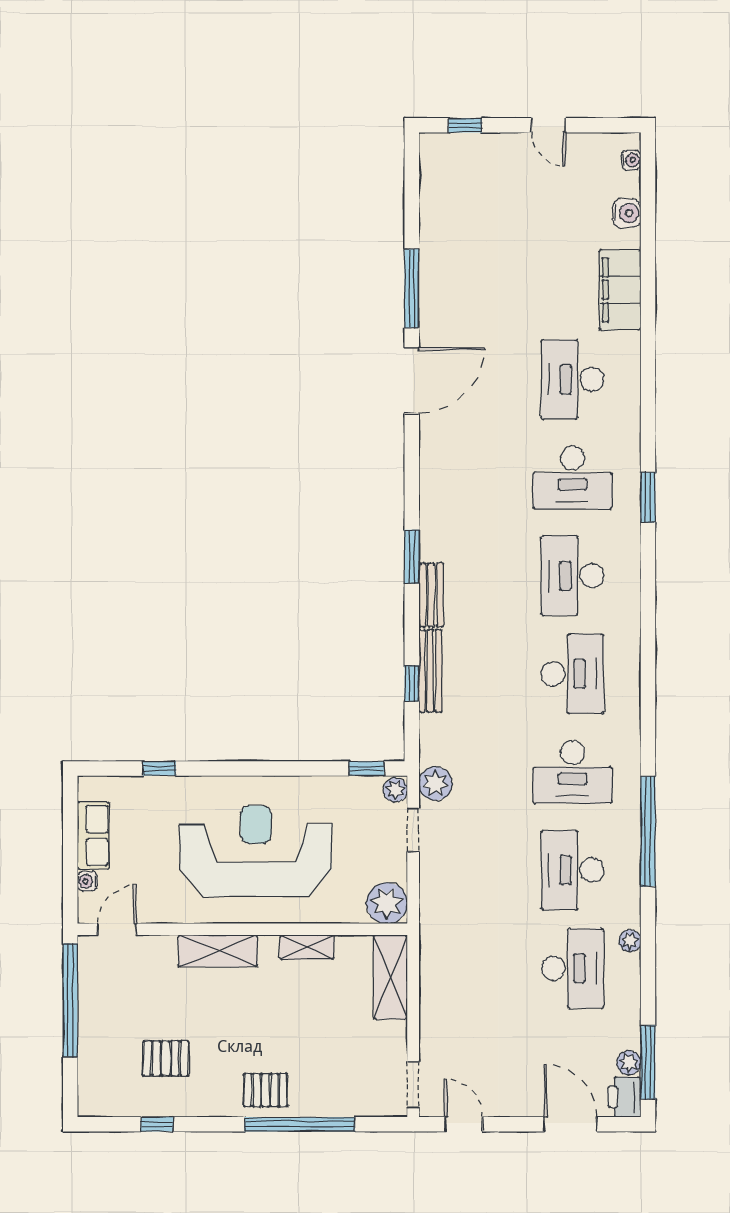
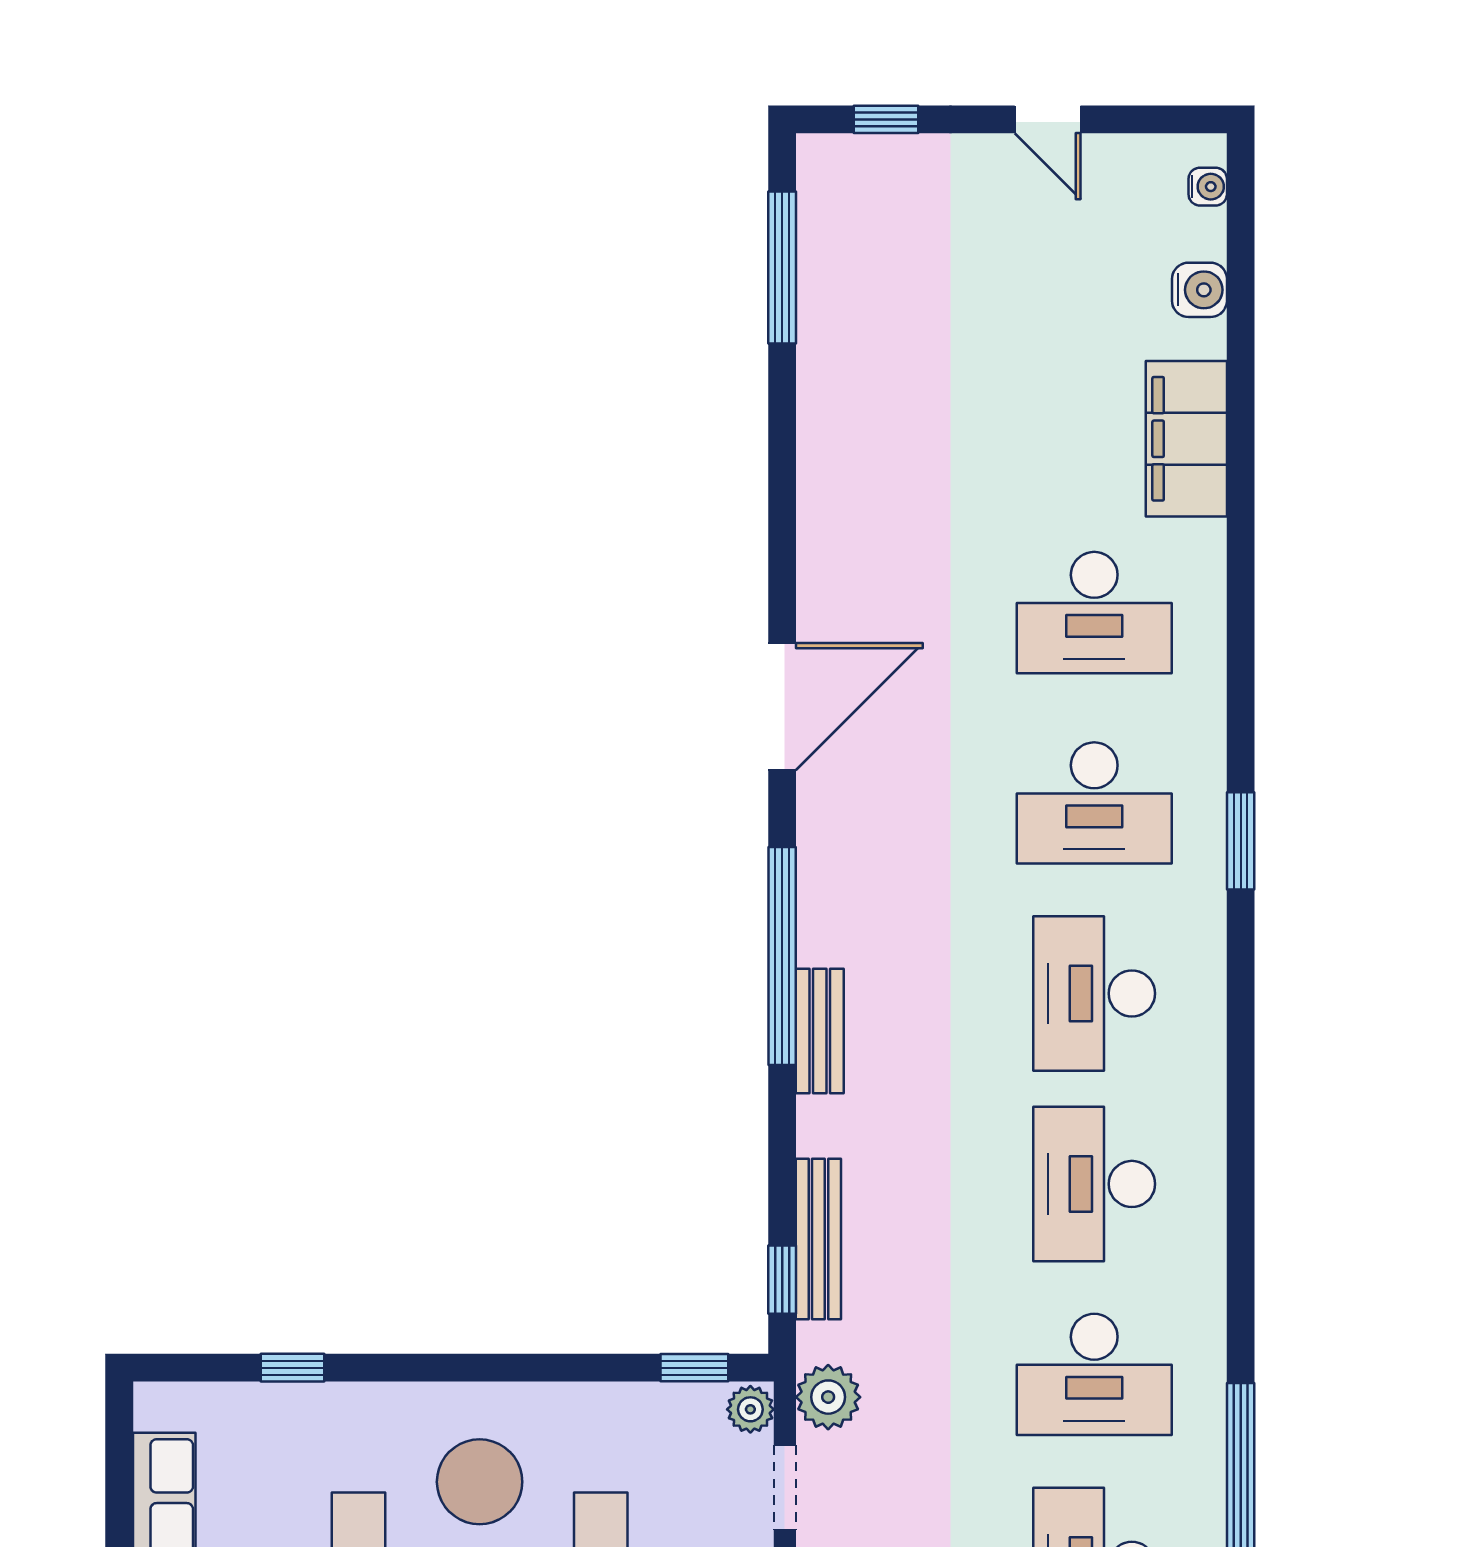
window: (412, 288) -> (782, 268), moved
desk: (573, 379) -> (1094, 613), turned -90
door: (412, 380) -> (782, 707), moved
window: (412, 556) -> (782, 956), width x2.11
bench: (430, 671) -> (818, 1239), moved
desk: (573, 674) -> (1094, 1184), turned 180
window: (412, 684) -> (782, 1280), moved

